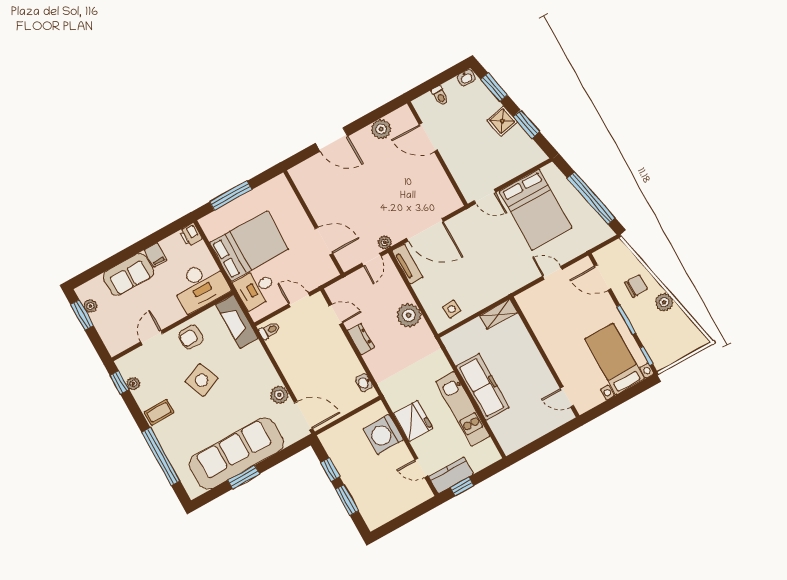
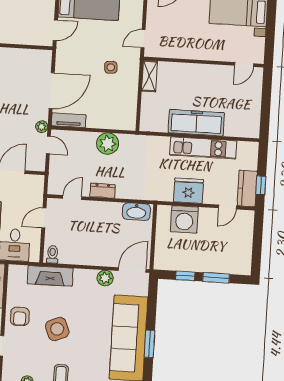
door: (552, 273) -> (143, 39), moved
side table: (452, 309) -> (111, 67), moved
fireplace: (237, 322) -> (50, 276), moved
washbasin: (364, 383) -> (136, 212), width x1.91, depth x1.45

